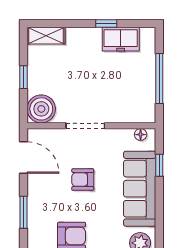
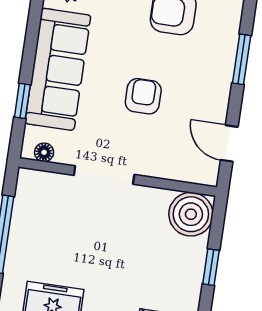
doorway: (85, 126) -> (104, 175), moved
door: (24, 158) -> (229, 143), width x0.73
armchair: (83, 180) -> (143, 96), turned -90

